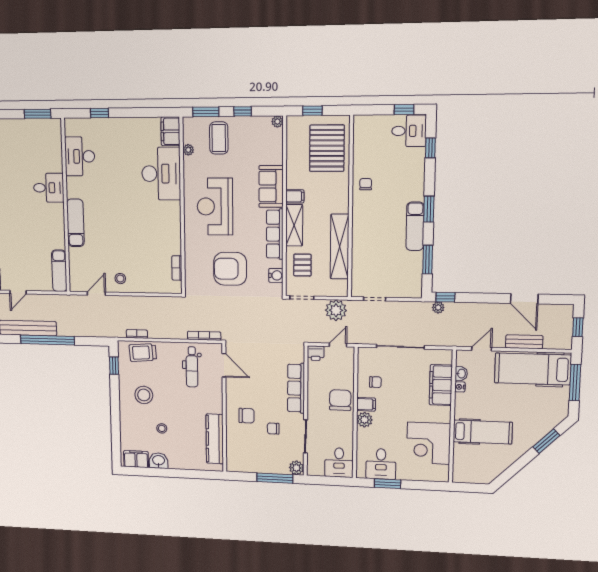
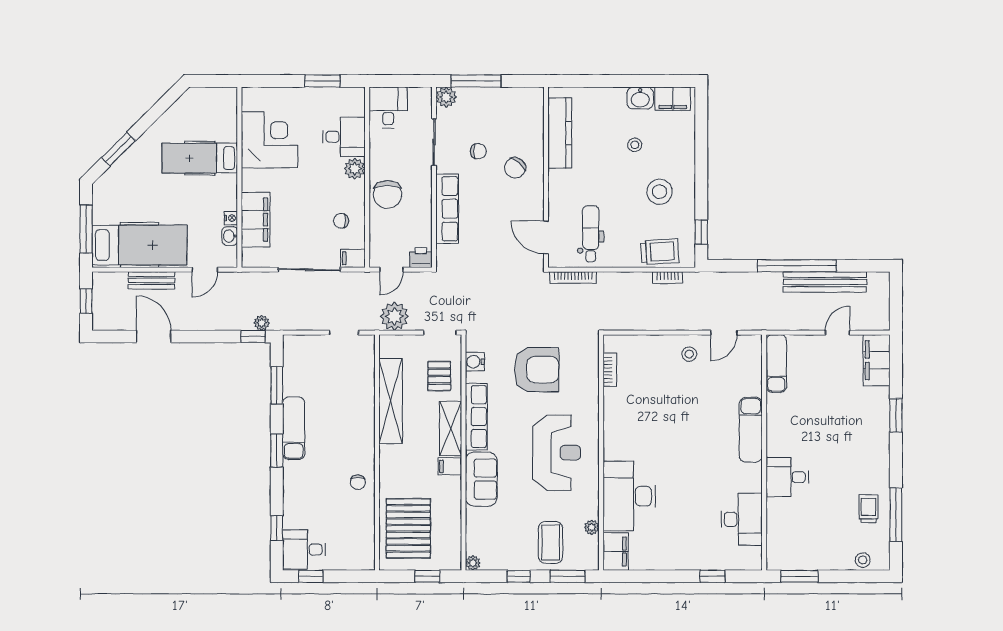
filing cabinet: (366, 404) -> (353, 258), moved
chair: (247, 416) -> (515, 168), turned -49
desk: (381, 464) -> (344, 137), moved, turned 90

